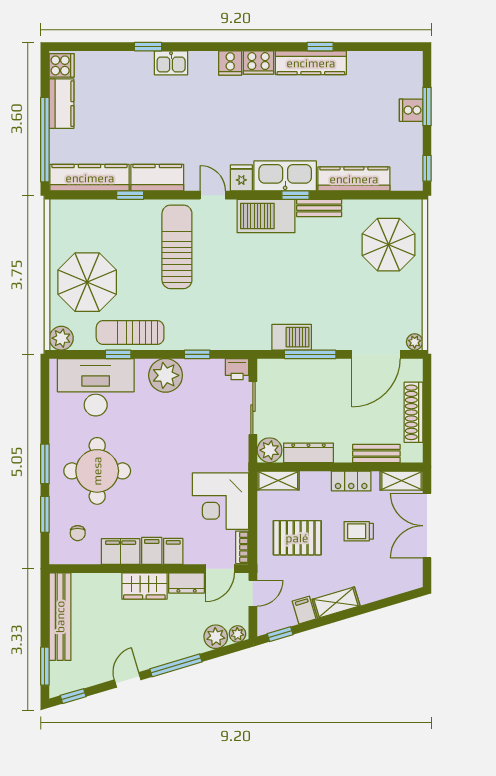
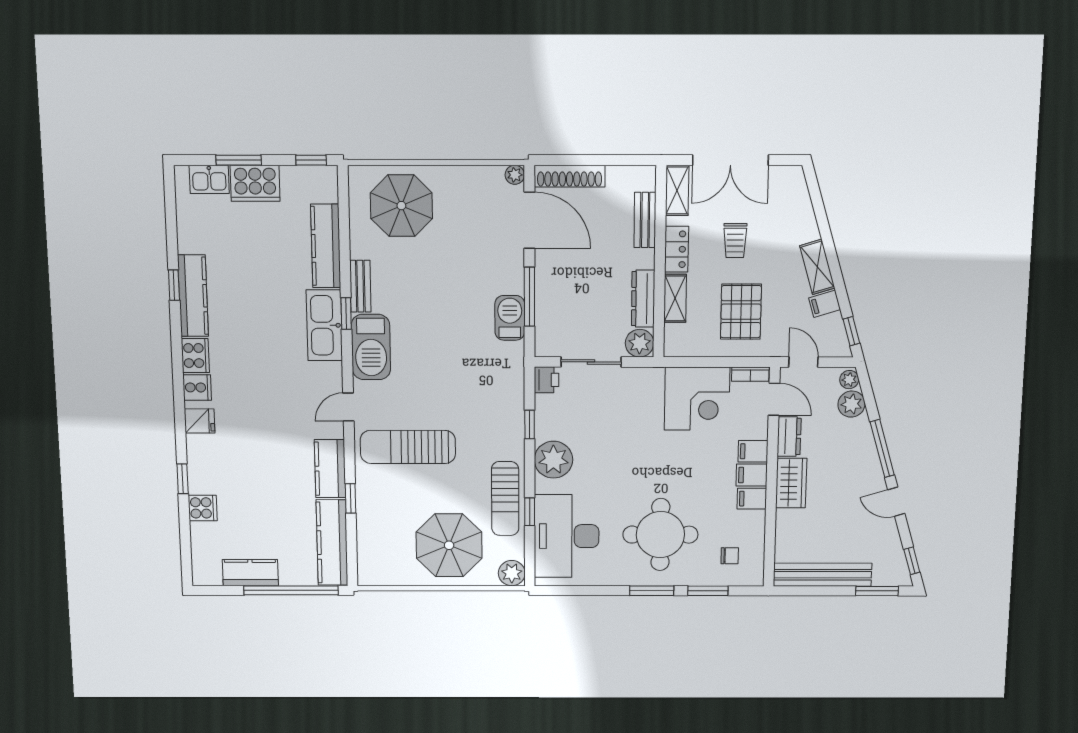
kitchen sink: (171, 63) -> (209, 179), moved, turned 90
cooker: (62, 65) -> (203, 508), moved, turned 90
cooker: (411, 110) -> (255, 183), width x1.87, depth x1.31
fridge: (241, 178) -> (200, 421), moved, turned 180
shoe rack: (413, 412) -> (570, 176), moved
shelving: (278, 480) -> (675, 298), moved
filing cabinet: (121, 552) -> (752, 499), width x0.50

